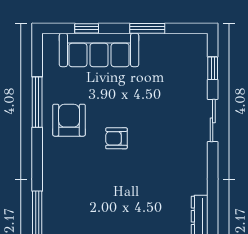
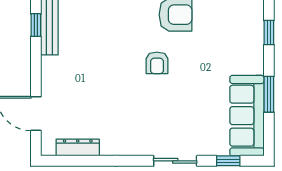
sofa: (99, 50) -> (247, 116), moved
armchair: (116, 138) -> (157, 63), turned 180

